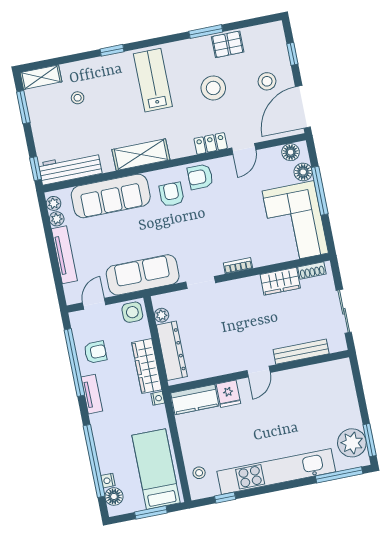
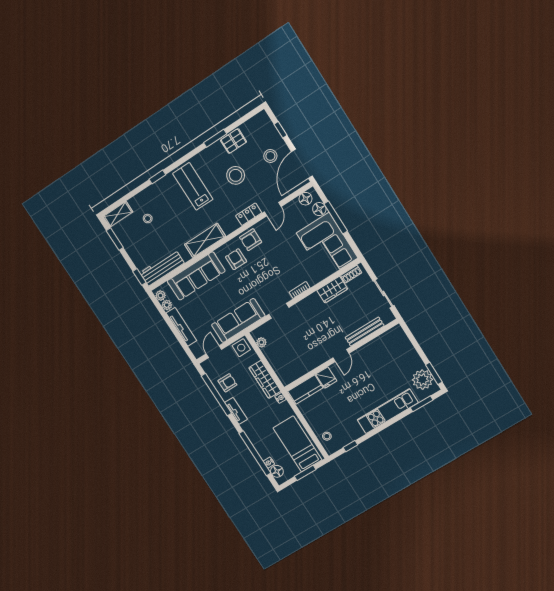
dresser: (172, 351) -> (277, 363), removed
kitchen unit: (276, 471) -> (388, 411), width x0.73
window: (339, 475) -> (422, 404), width x0.69

